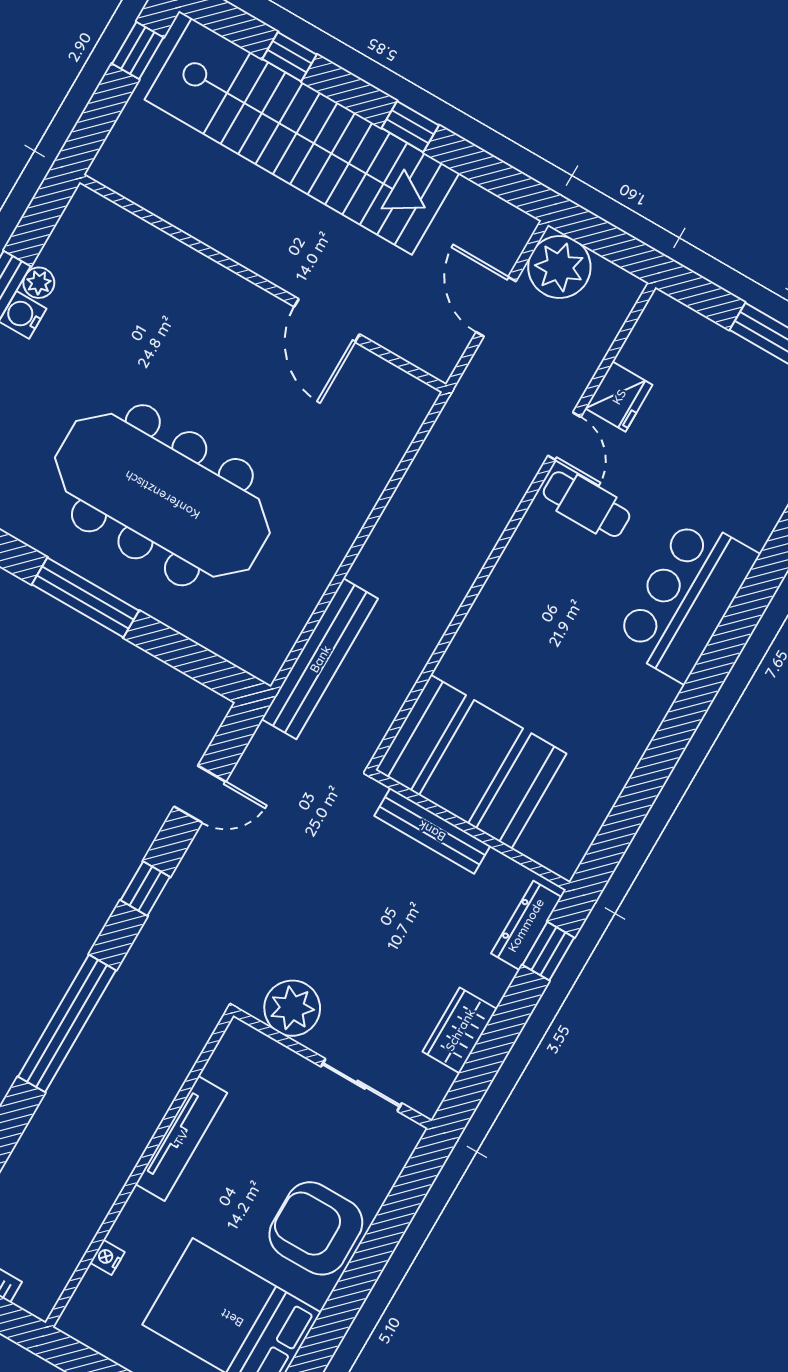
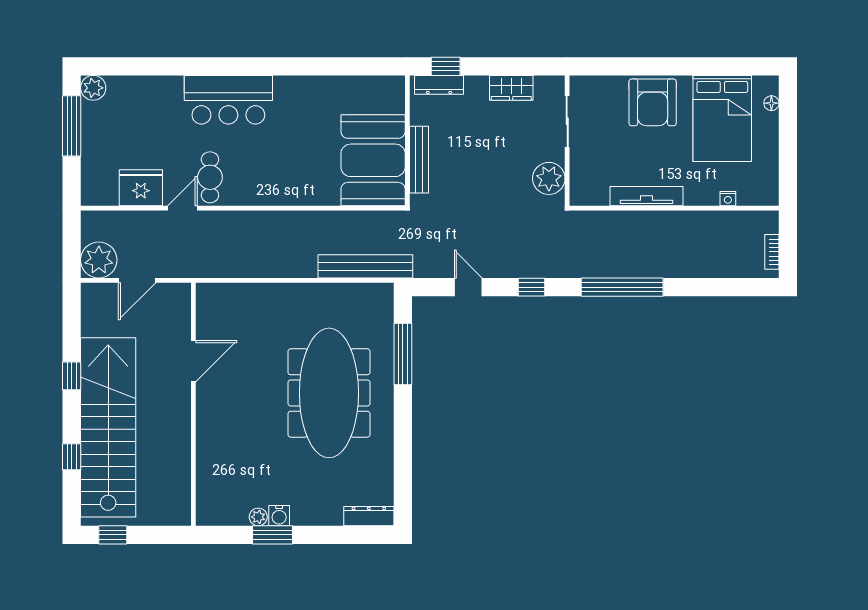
fridge: (619, 397) -> (141, 188), width x1.36, depth x1.34
window: (85, 598) -> (403, 354), moved

